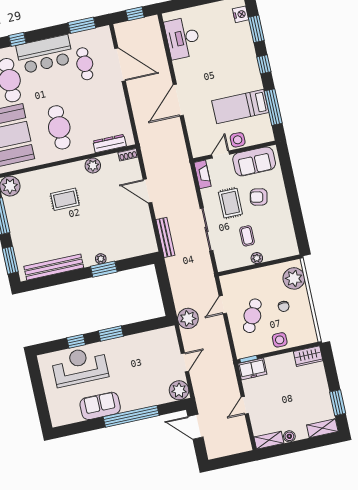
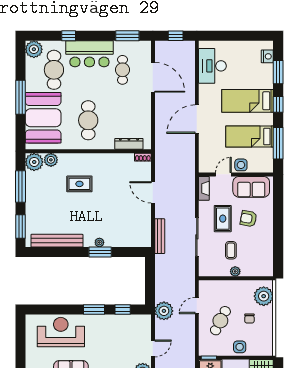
bed: (230, 68) -> (248, 101), added
plant: (93, 166) -> (51, 160), moved
window: (76, 341) -> (123, 309), moved

